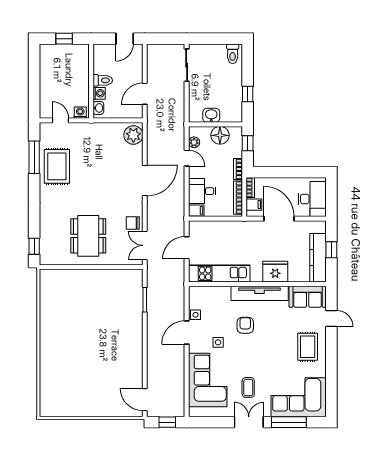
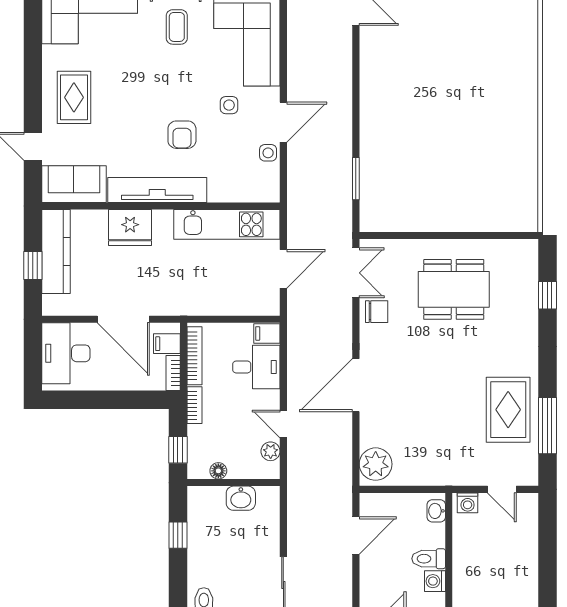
washing machine: (99, 93) -> (435, 581), moved
floor lamp: (220, 135) -> (218, 471), width x0.53, depth x0.53
dining table: (88, 236) -> (454, 289), turned 90
window: (34, 246) -> (547, 295), moved

